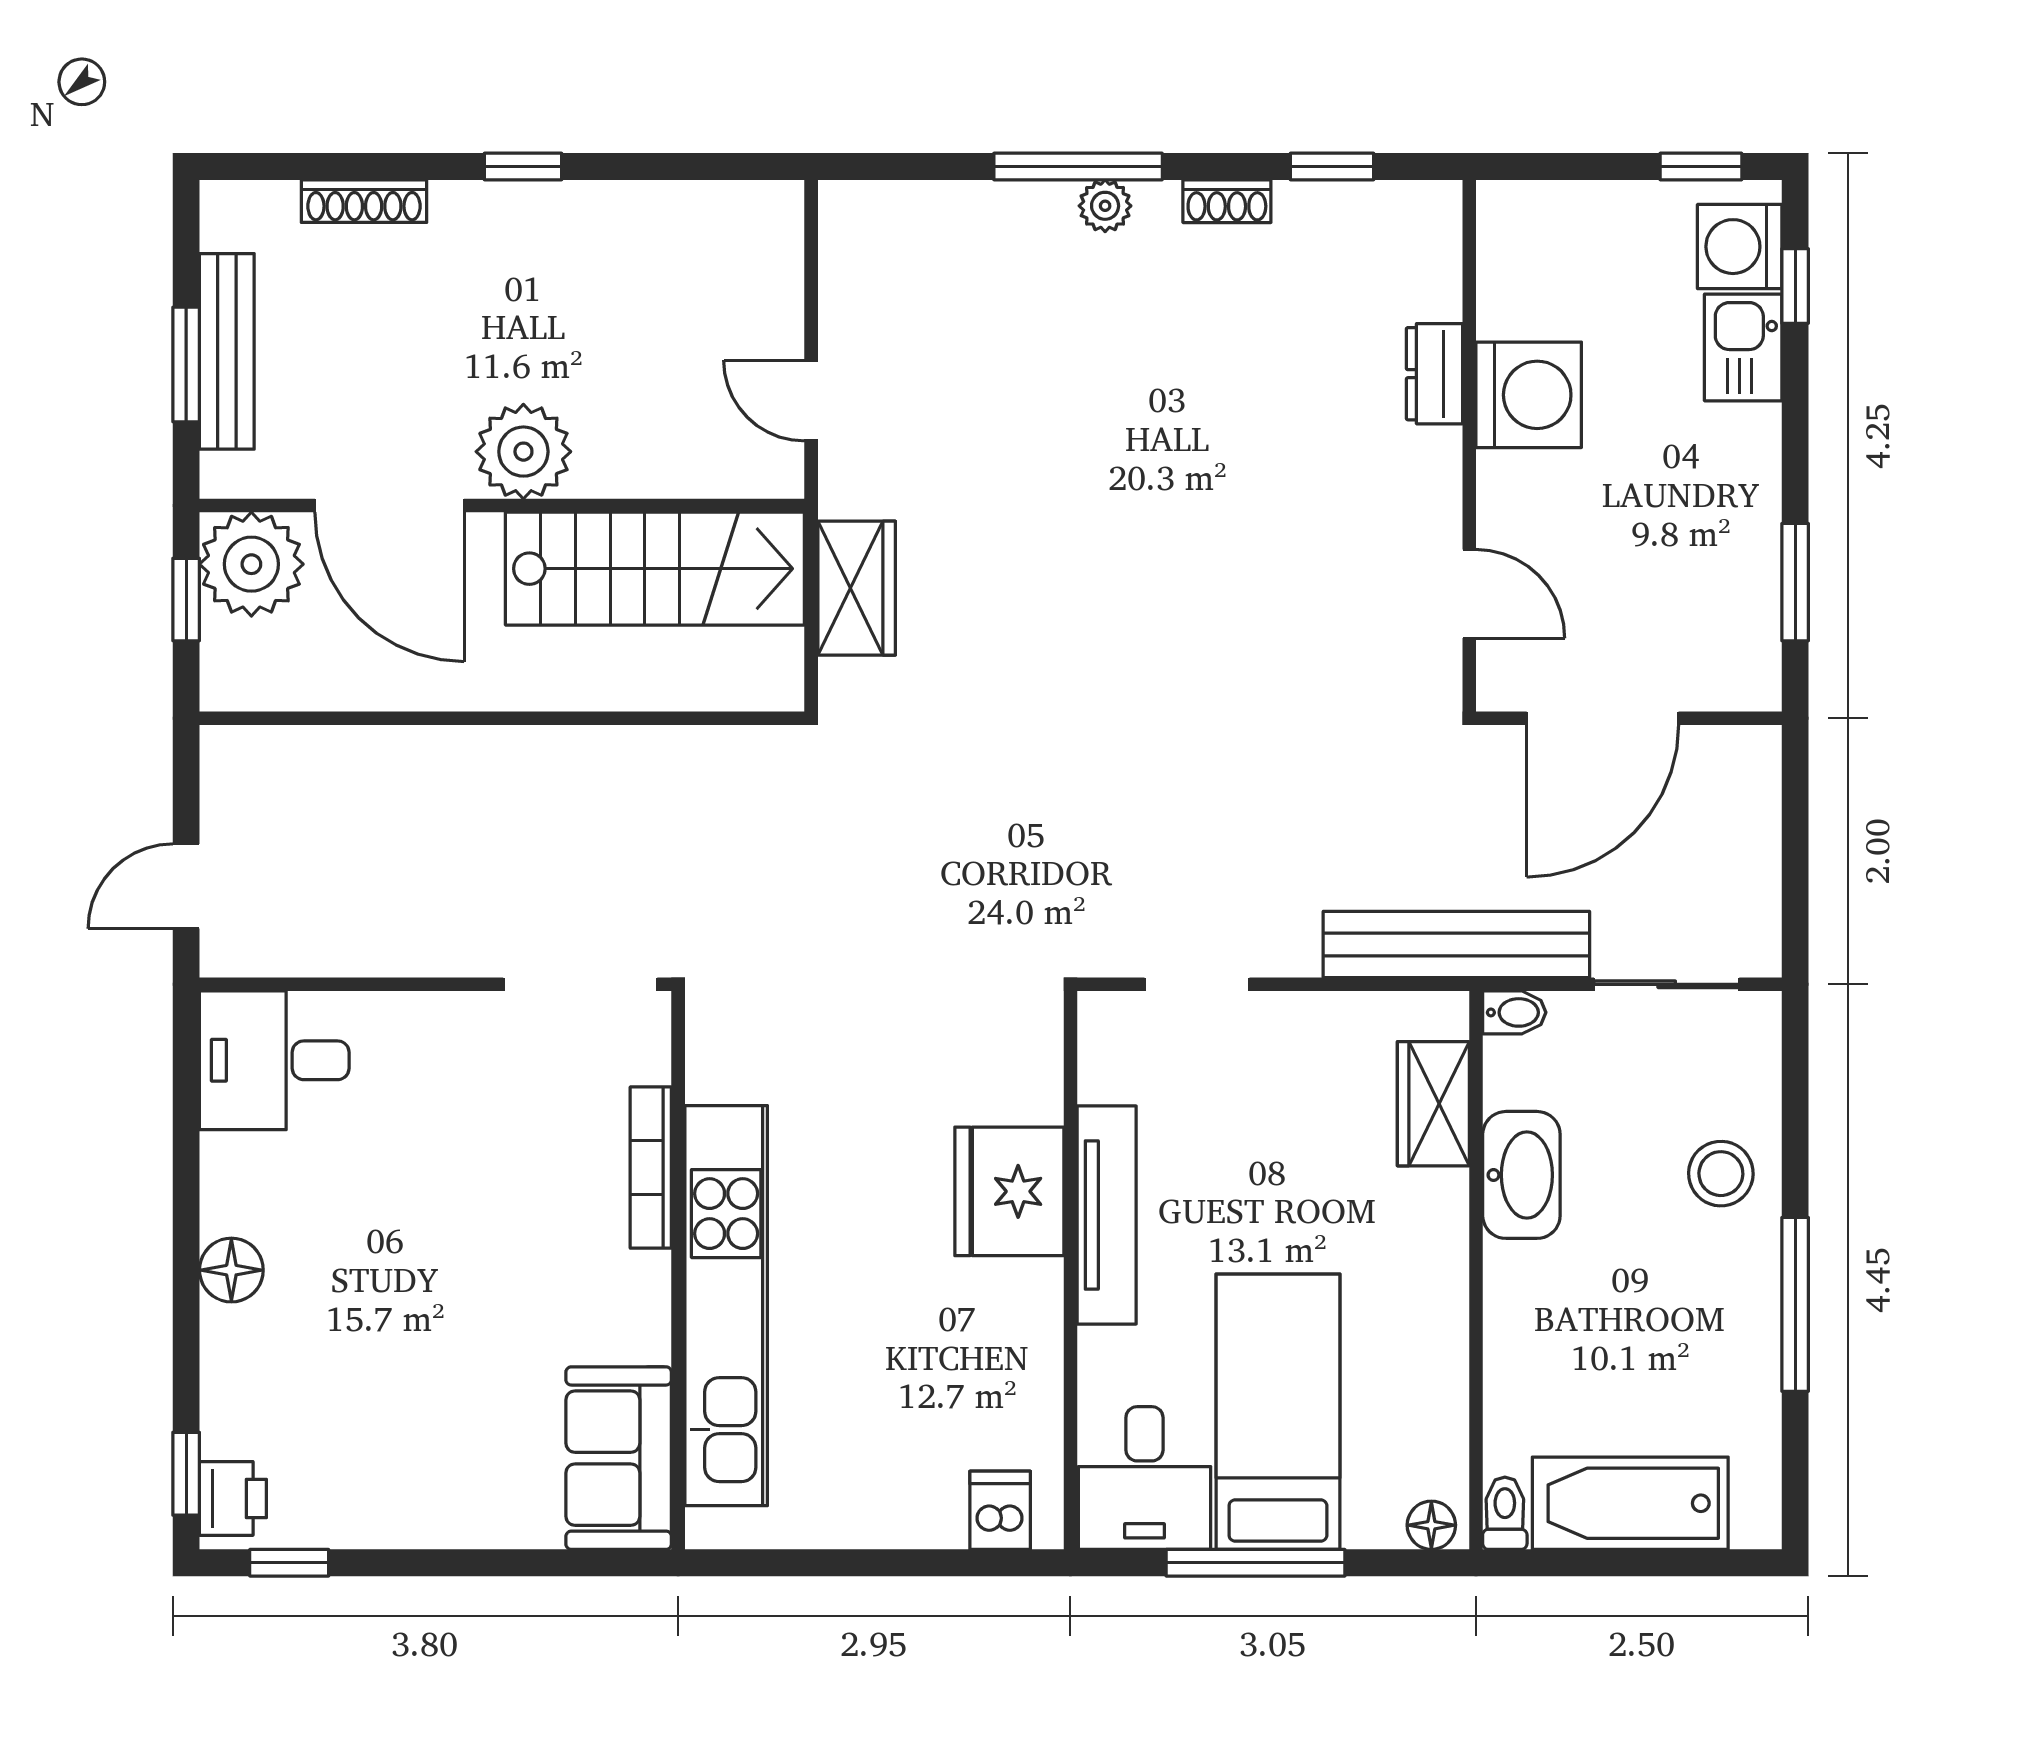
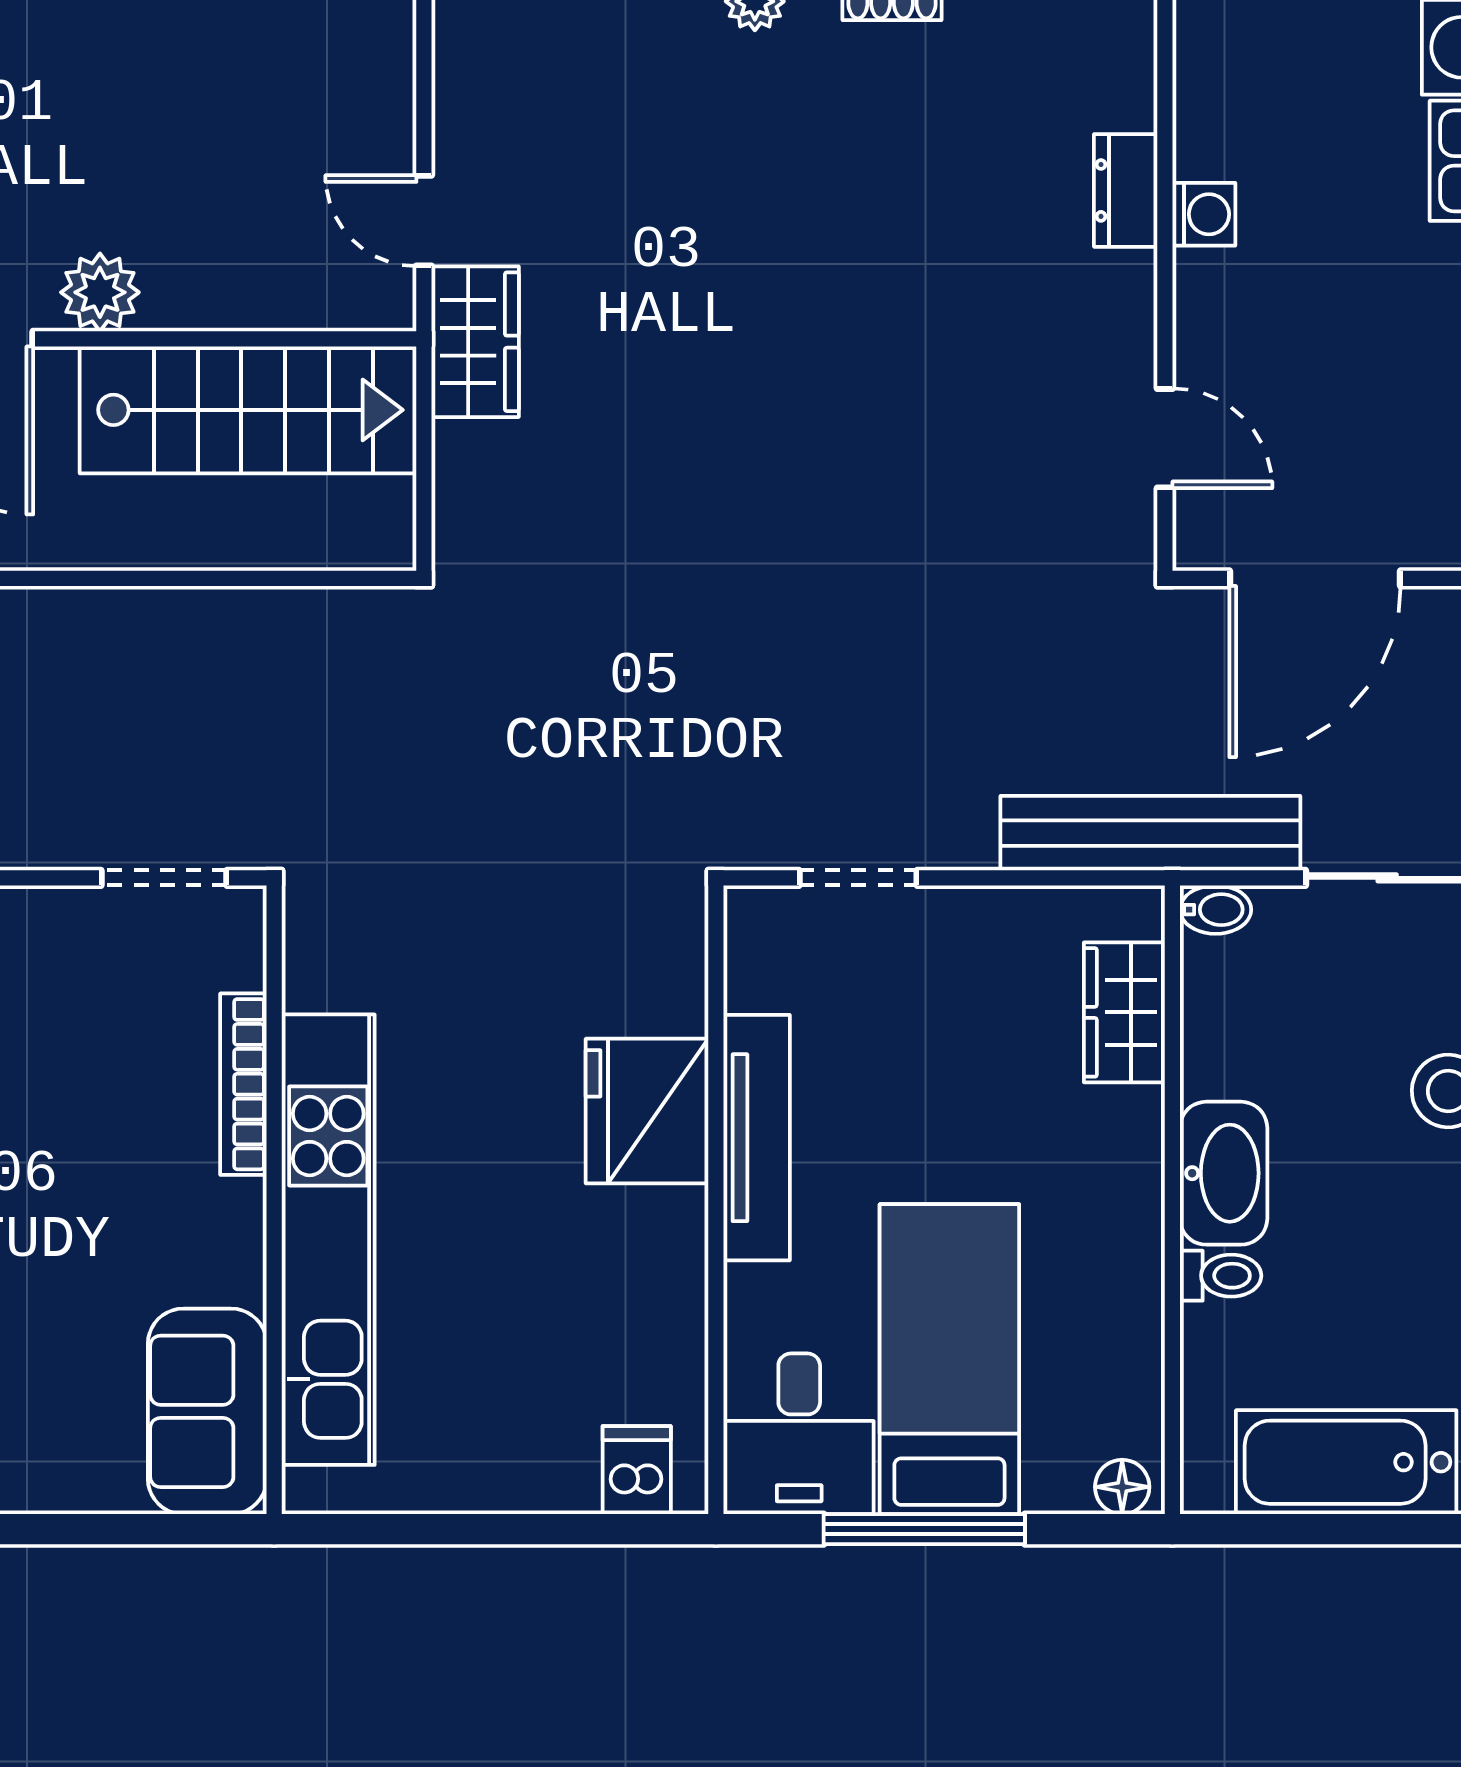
washing machine: (1529, 395) -> (1204, 214), width x0.53, depth x0.53
plant: (523, 452) -> (100, 292), width x0.73, depth x0.73
wardrobe: (857, 588) -> (475, 342), moved
doorway: (580, 984) -> (164, 878), width x0.73
washbasin: (1521, 1175) -> (1224, 1173), moved
toilet: (1505, 1513) -> (1221, 1276), moved, turned 90

